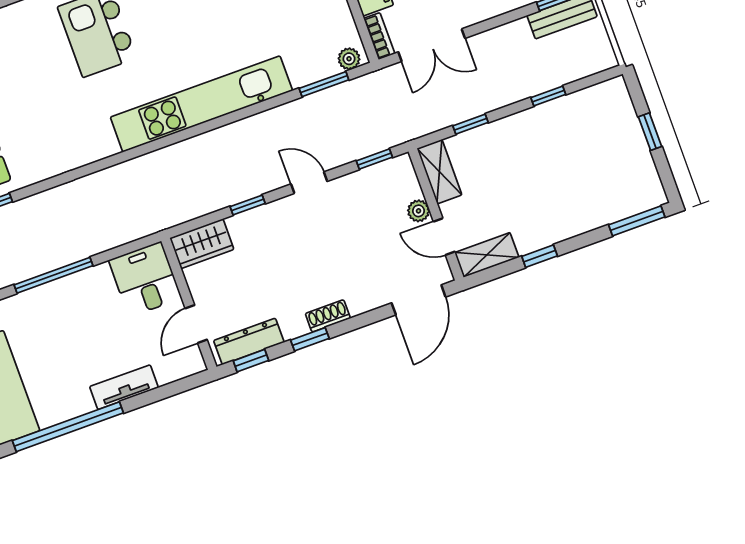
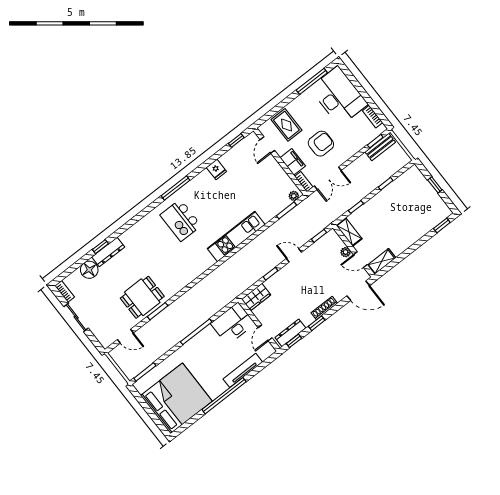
kitchen unit: (201, 104) -> (236, 236), width x0.73
window: (637, 221) -> (442, 225), width x0.67
window: (540, 256) -> (405, 255), removed
desk: (145, 279) -> (233, 324), width x1.37
door: (419, 300) -> (358, 291), hinge flipped
shoe rack: (328, 316) -> (324, 308), width x1.43
tv unit: (124, 387) -> (243, 370), width x1.41

